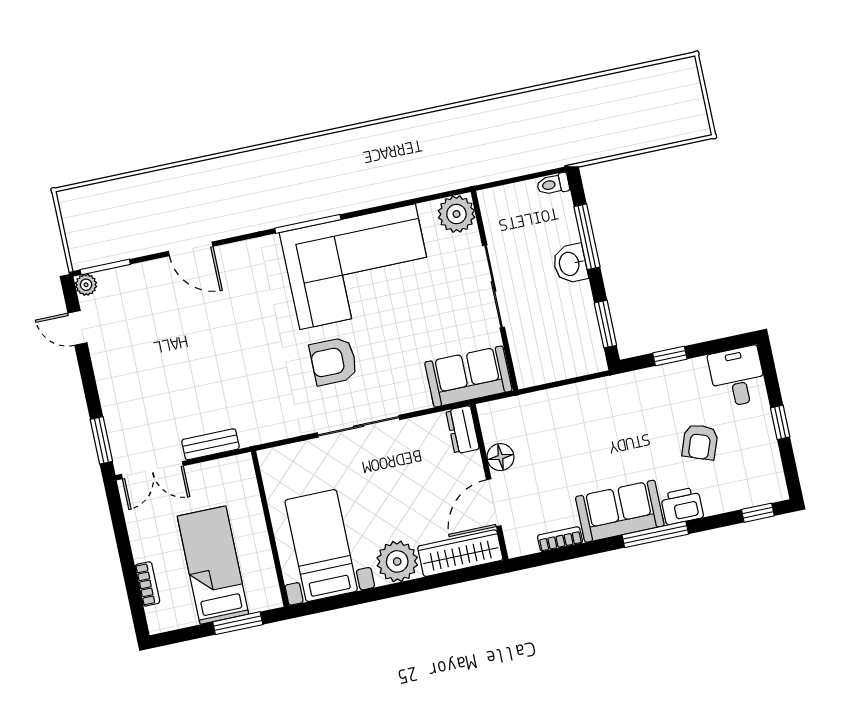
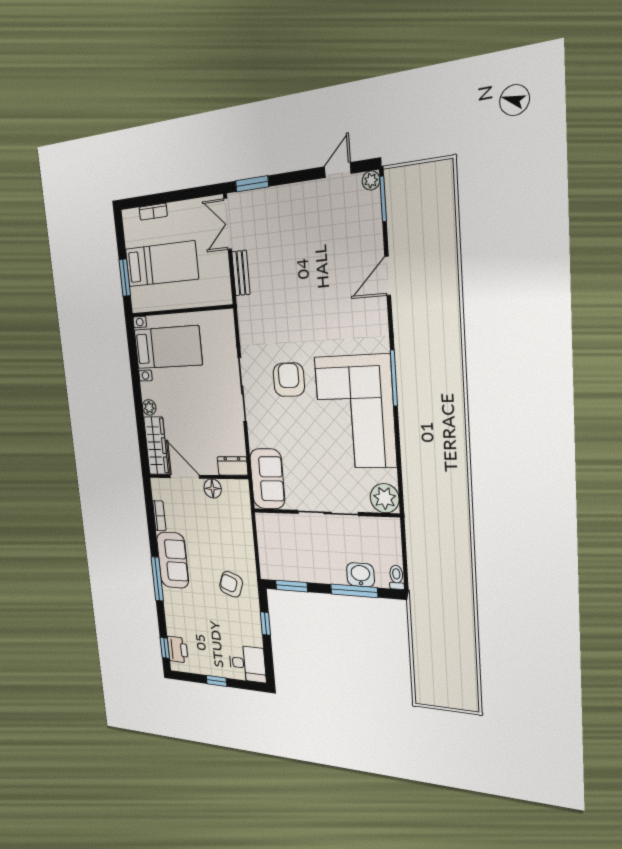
washbasin: (570, 264) -> (360, 575), moved
armchair: (700, 442) -> (231, 584), moved
printer: (682, 506) -> (178, 650), moved
plant: (397, 561) -> (149, 407), width x0.53, depth x0.53

